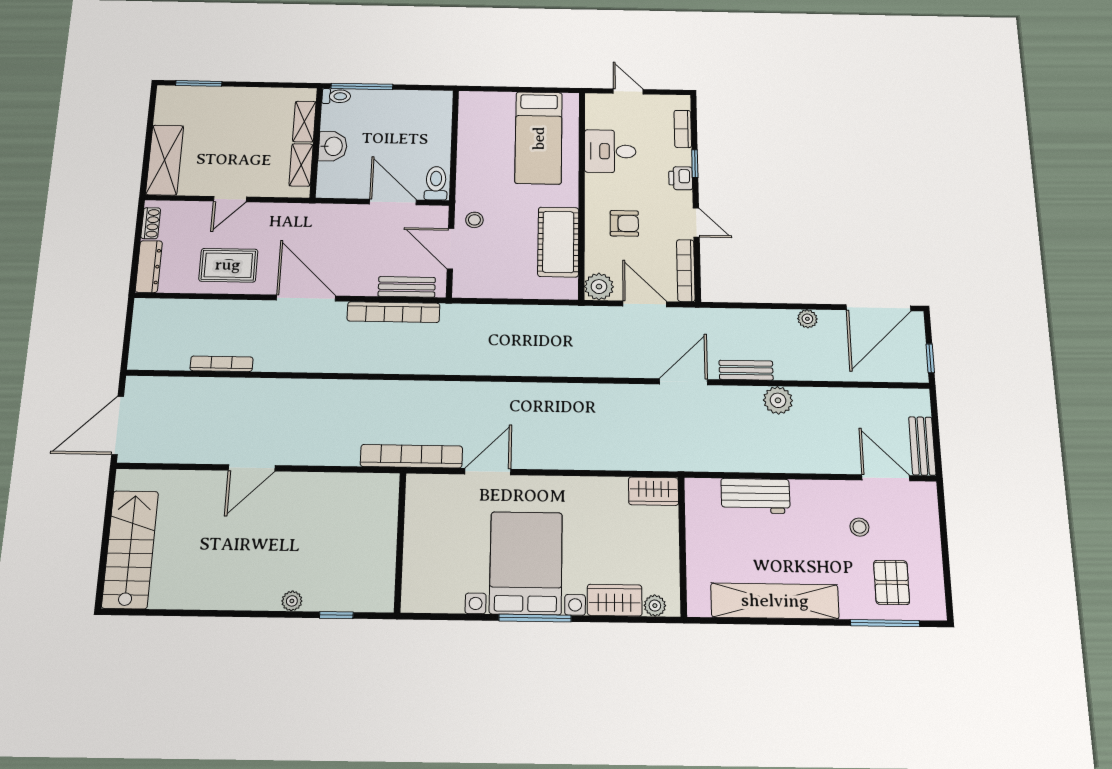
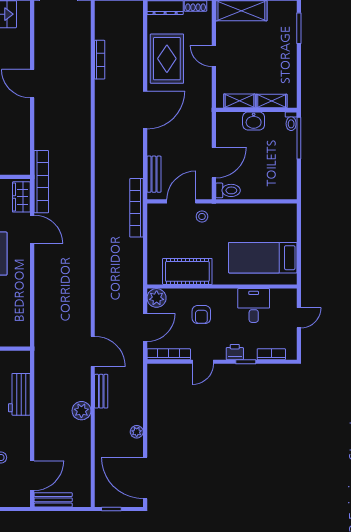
rug: (228, 265) -> (167, 59), width x1.36, depth x1.43
bookcase: (394, 312) -> (136, 208), moved
wardrobe: (654, 491) -> (21, 197), moved

